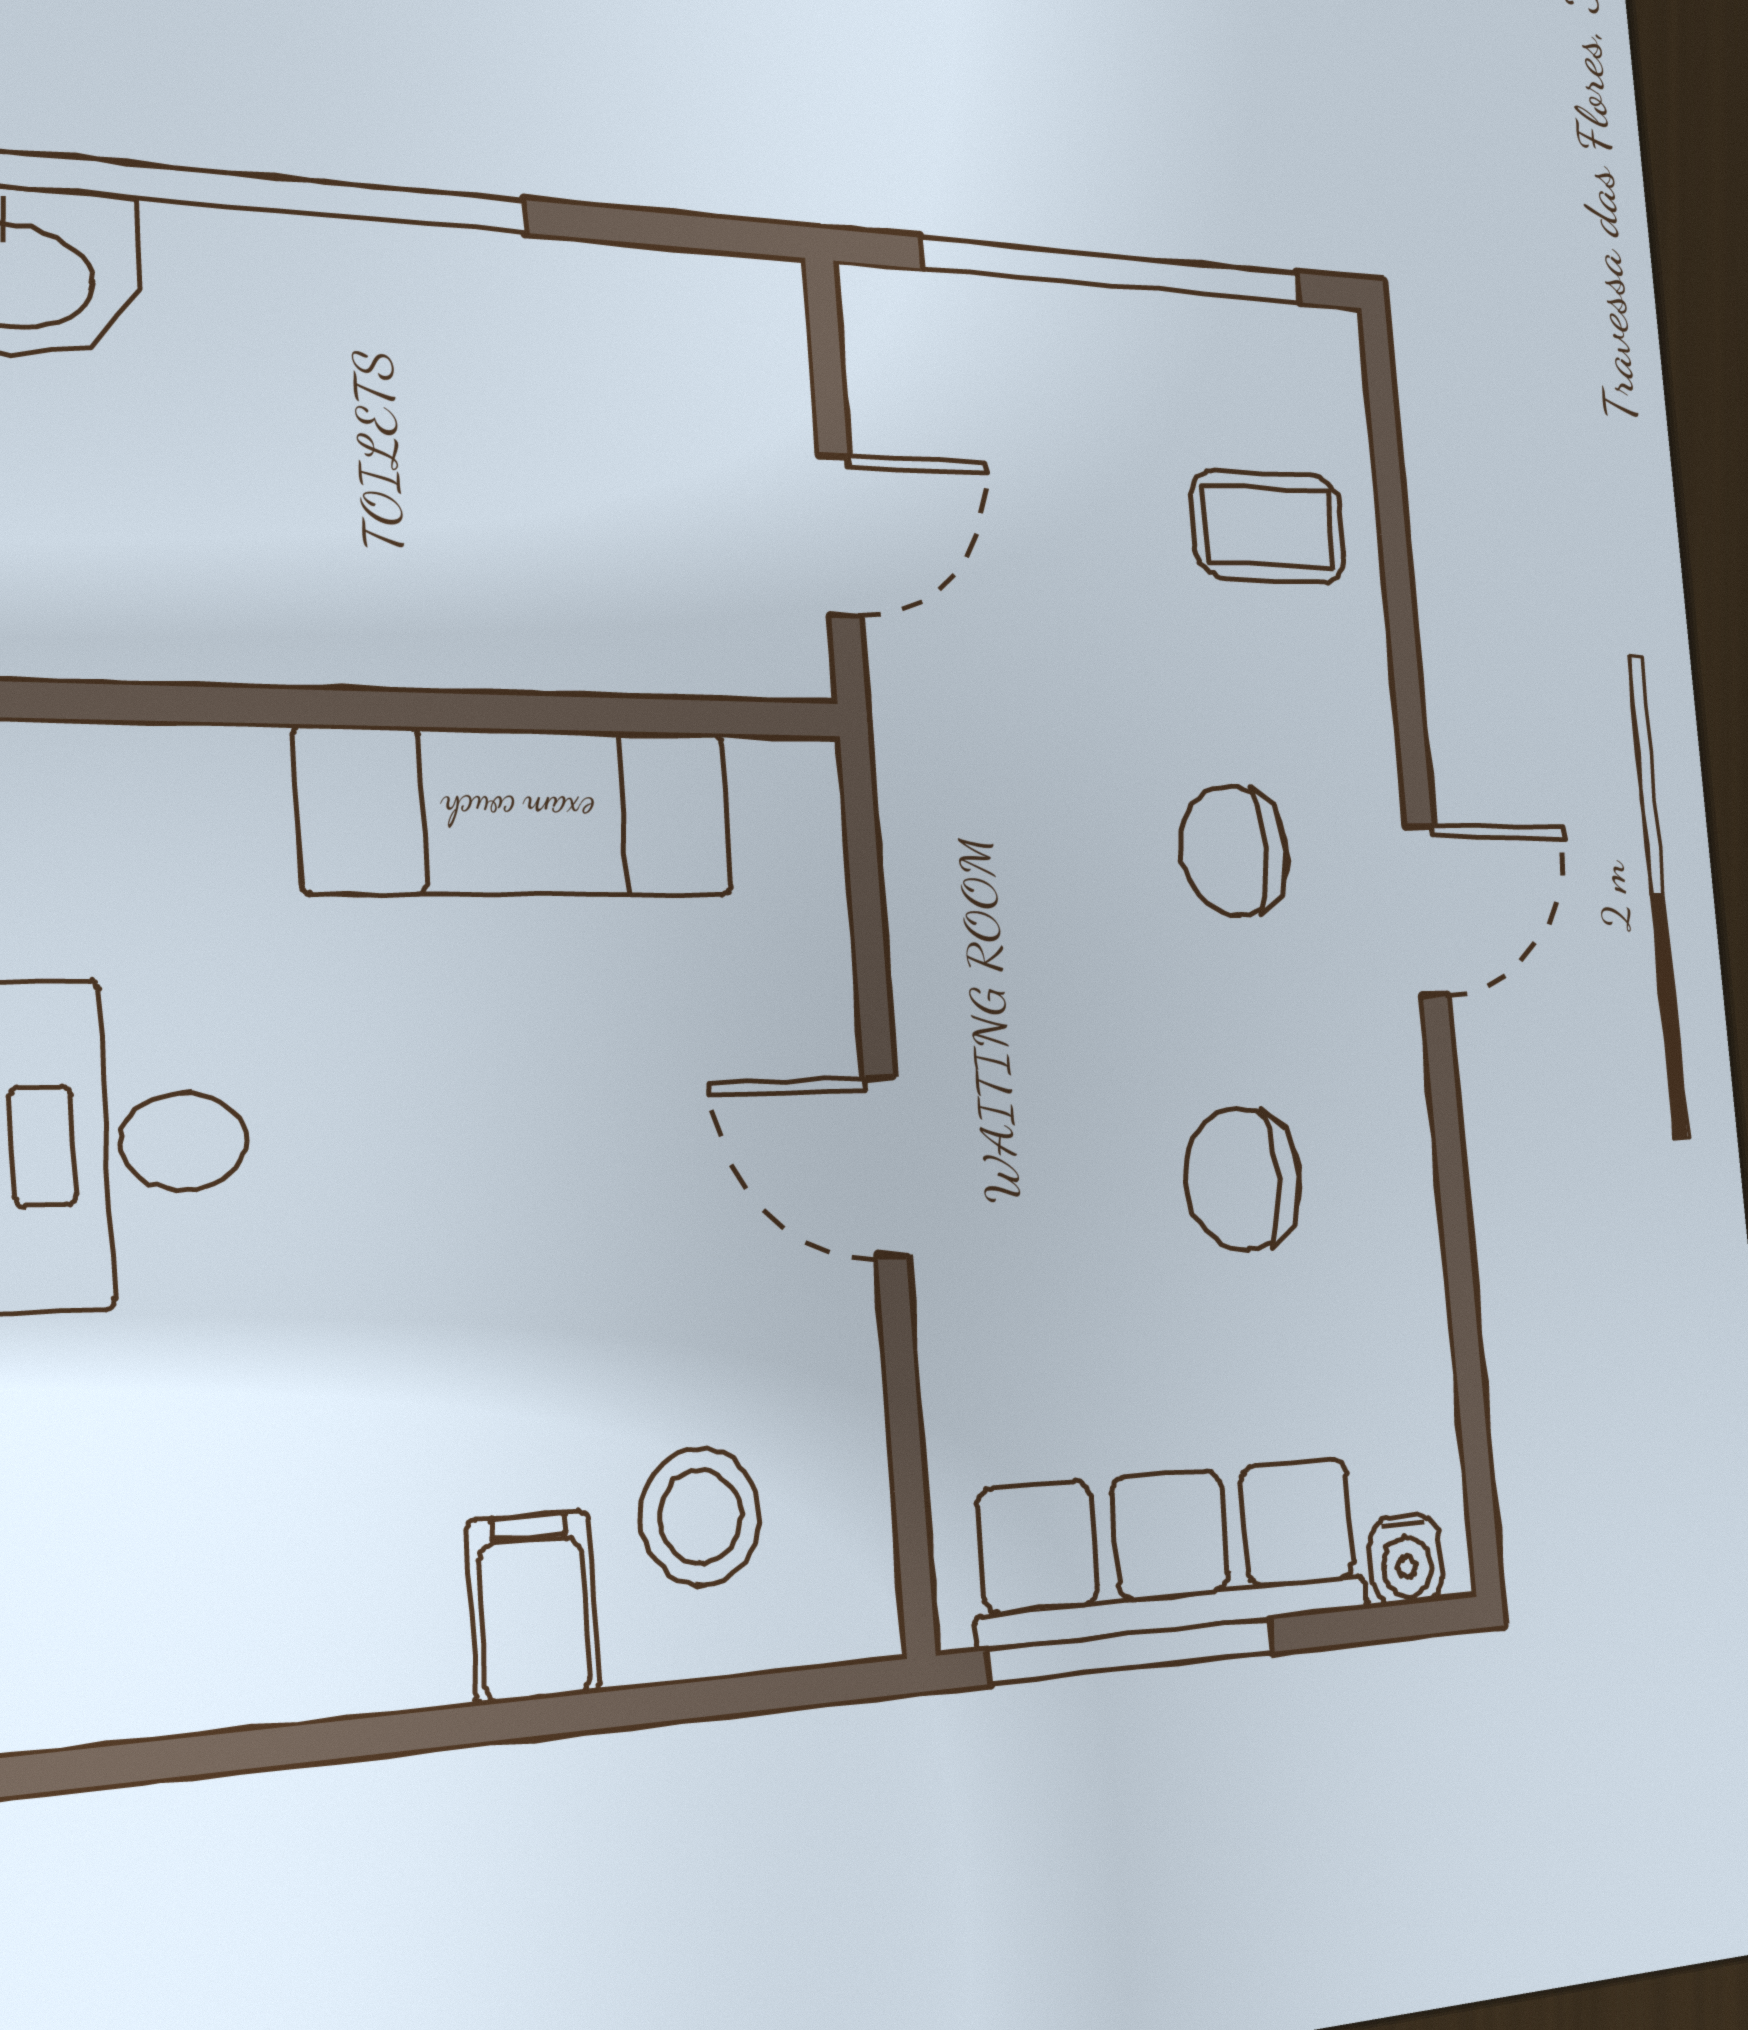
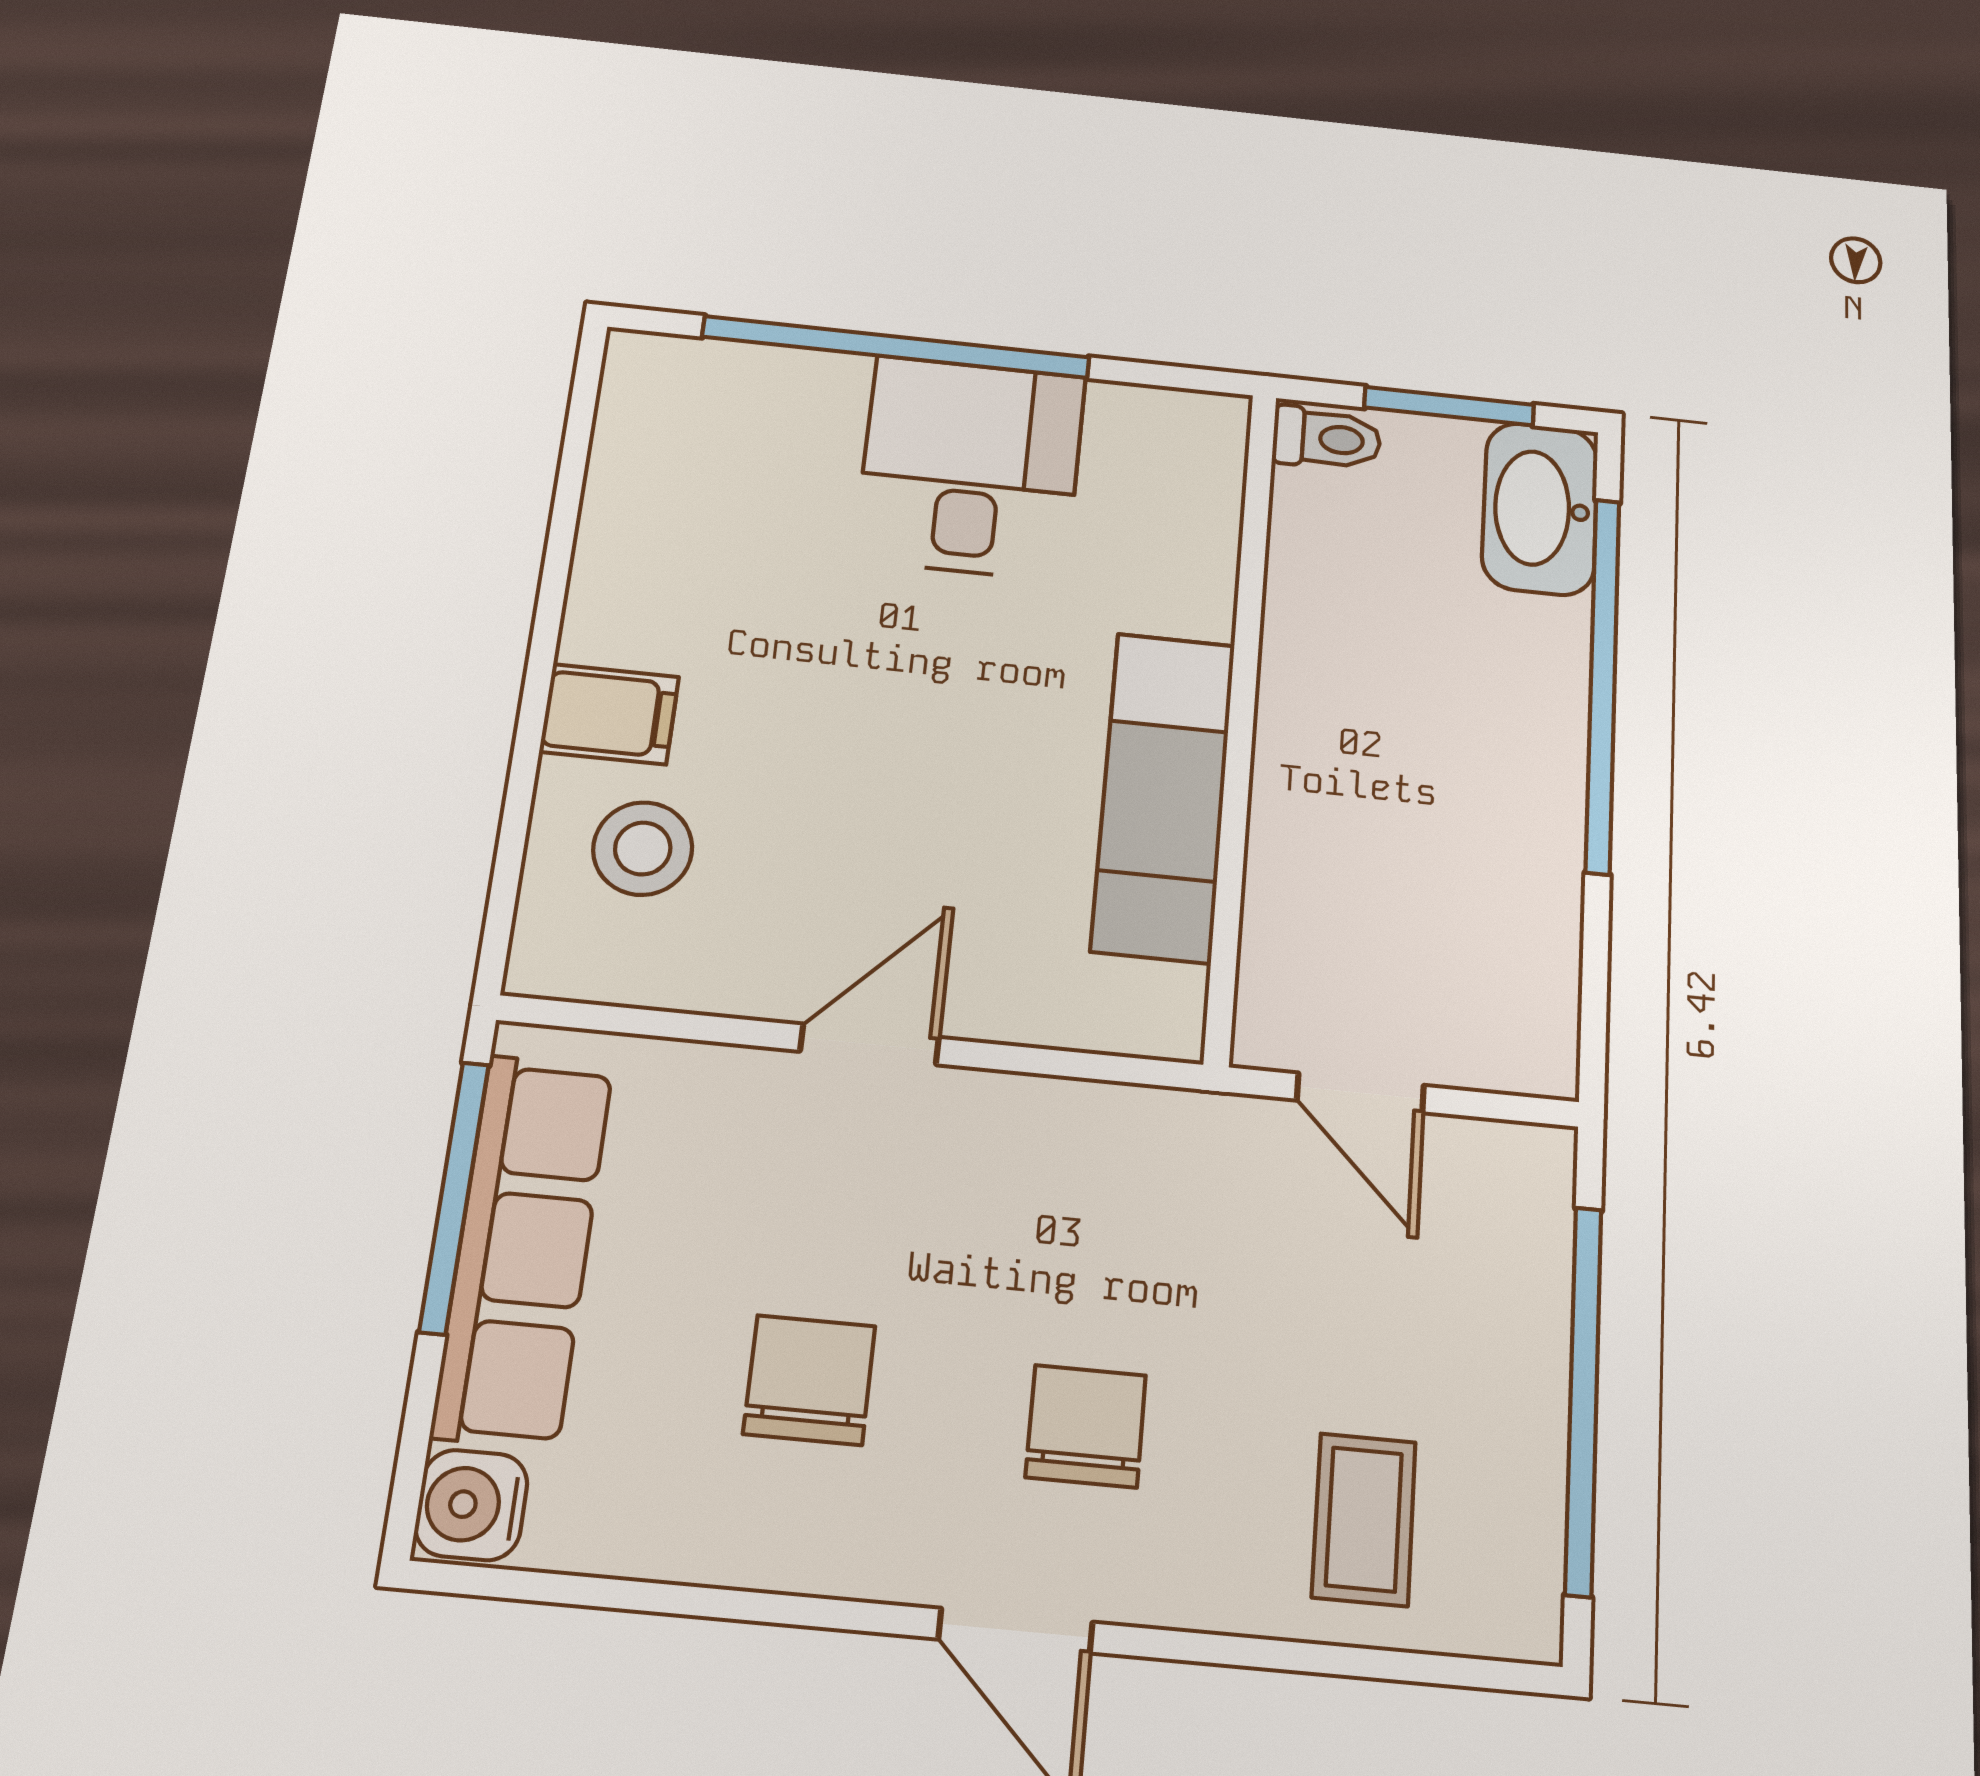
water cooler: (1406, 1560) -> (471, 1505), width x1.38, depth x1.38

